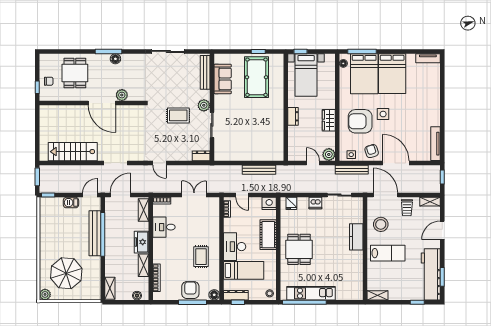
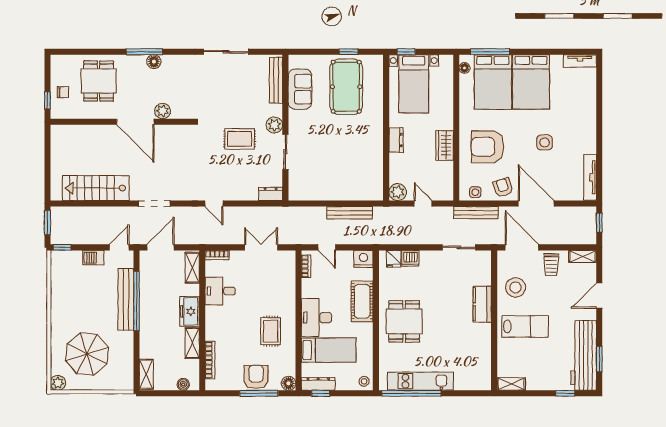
side table: (383, 114) -> (545, 142), moved
plant: (329, 154) -> (398, 192), moved
dishwasher: (315, 203) -> (410, 258), moved

